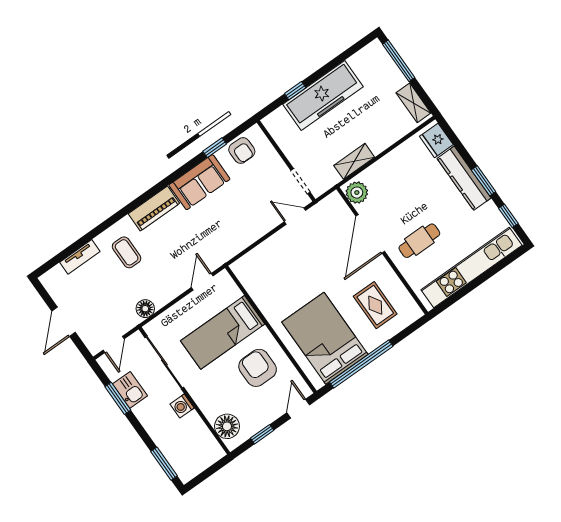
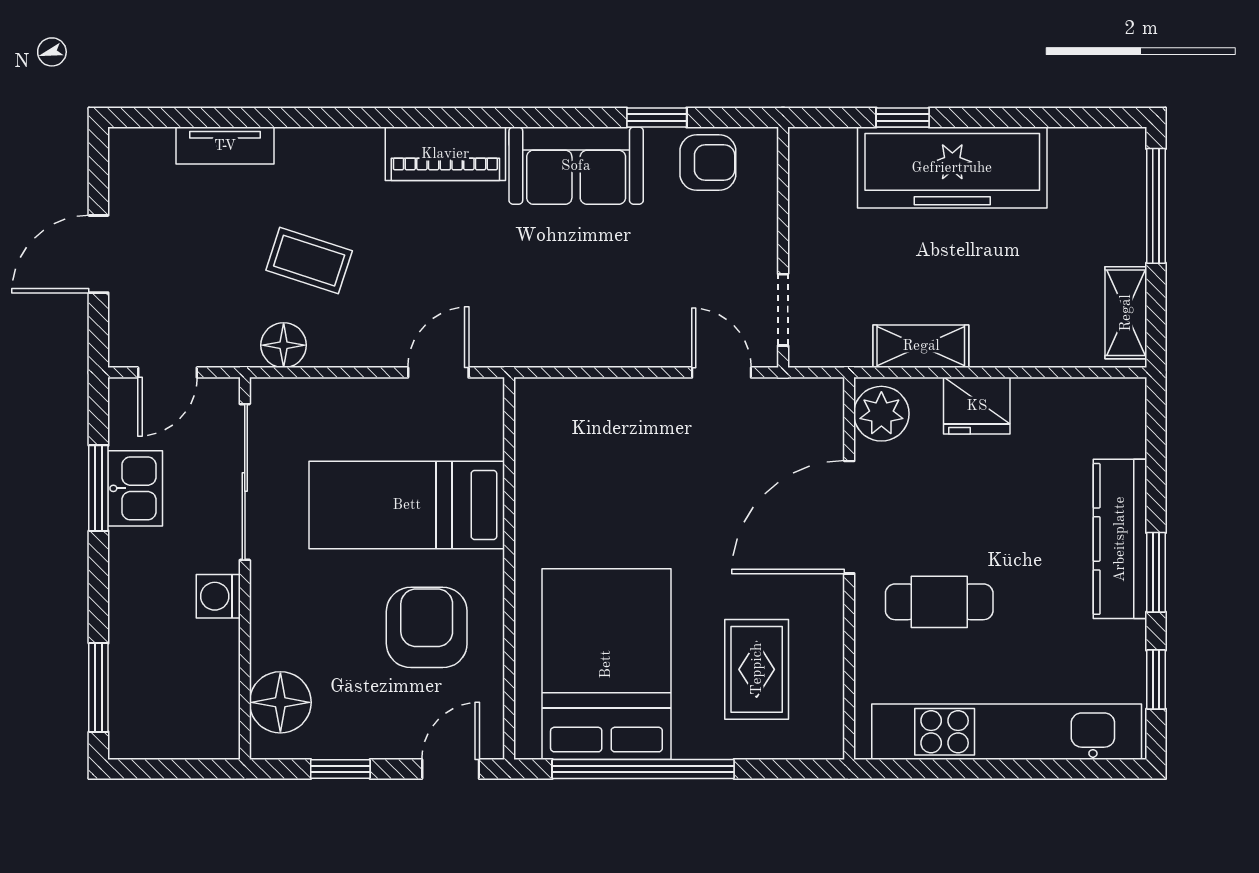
fridge: (436, 140) -> (977, 406), moved, turned -90
armchair: (242, 151) -> (708, 163), turned -90
coffee table: (127, 252) -> (309, 261), moved, turned -72

